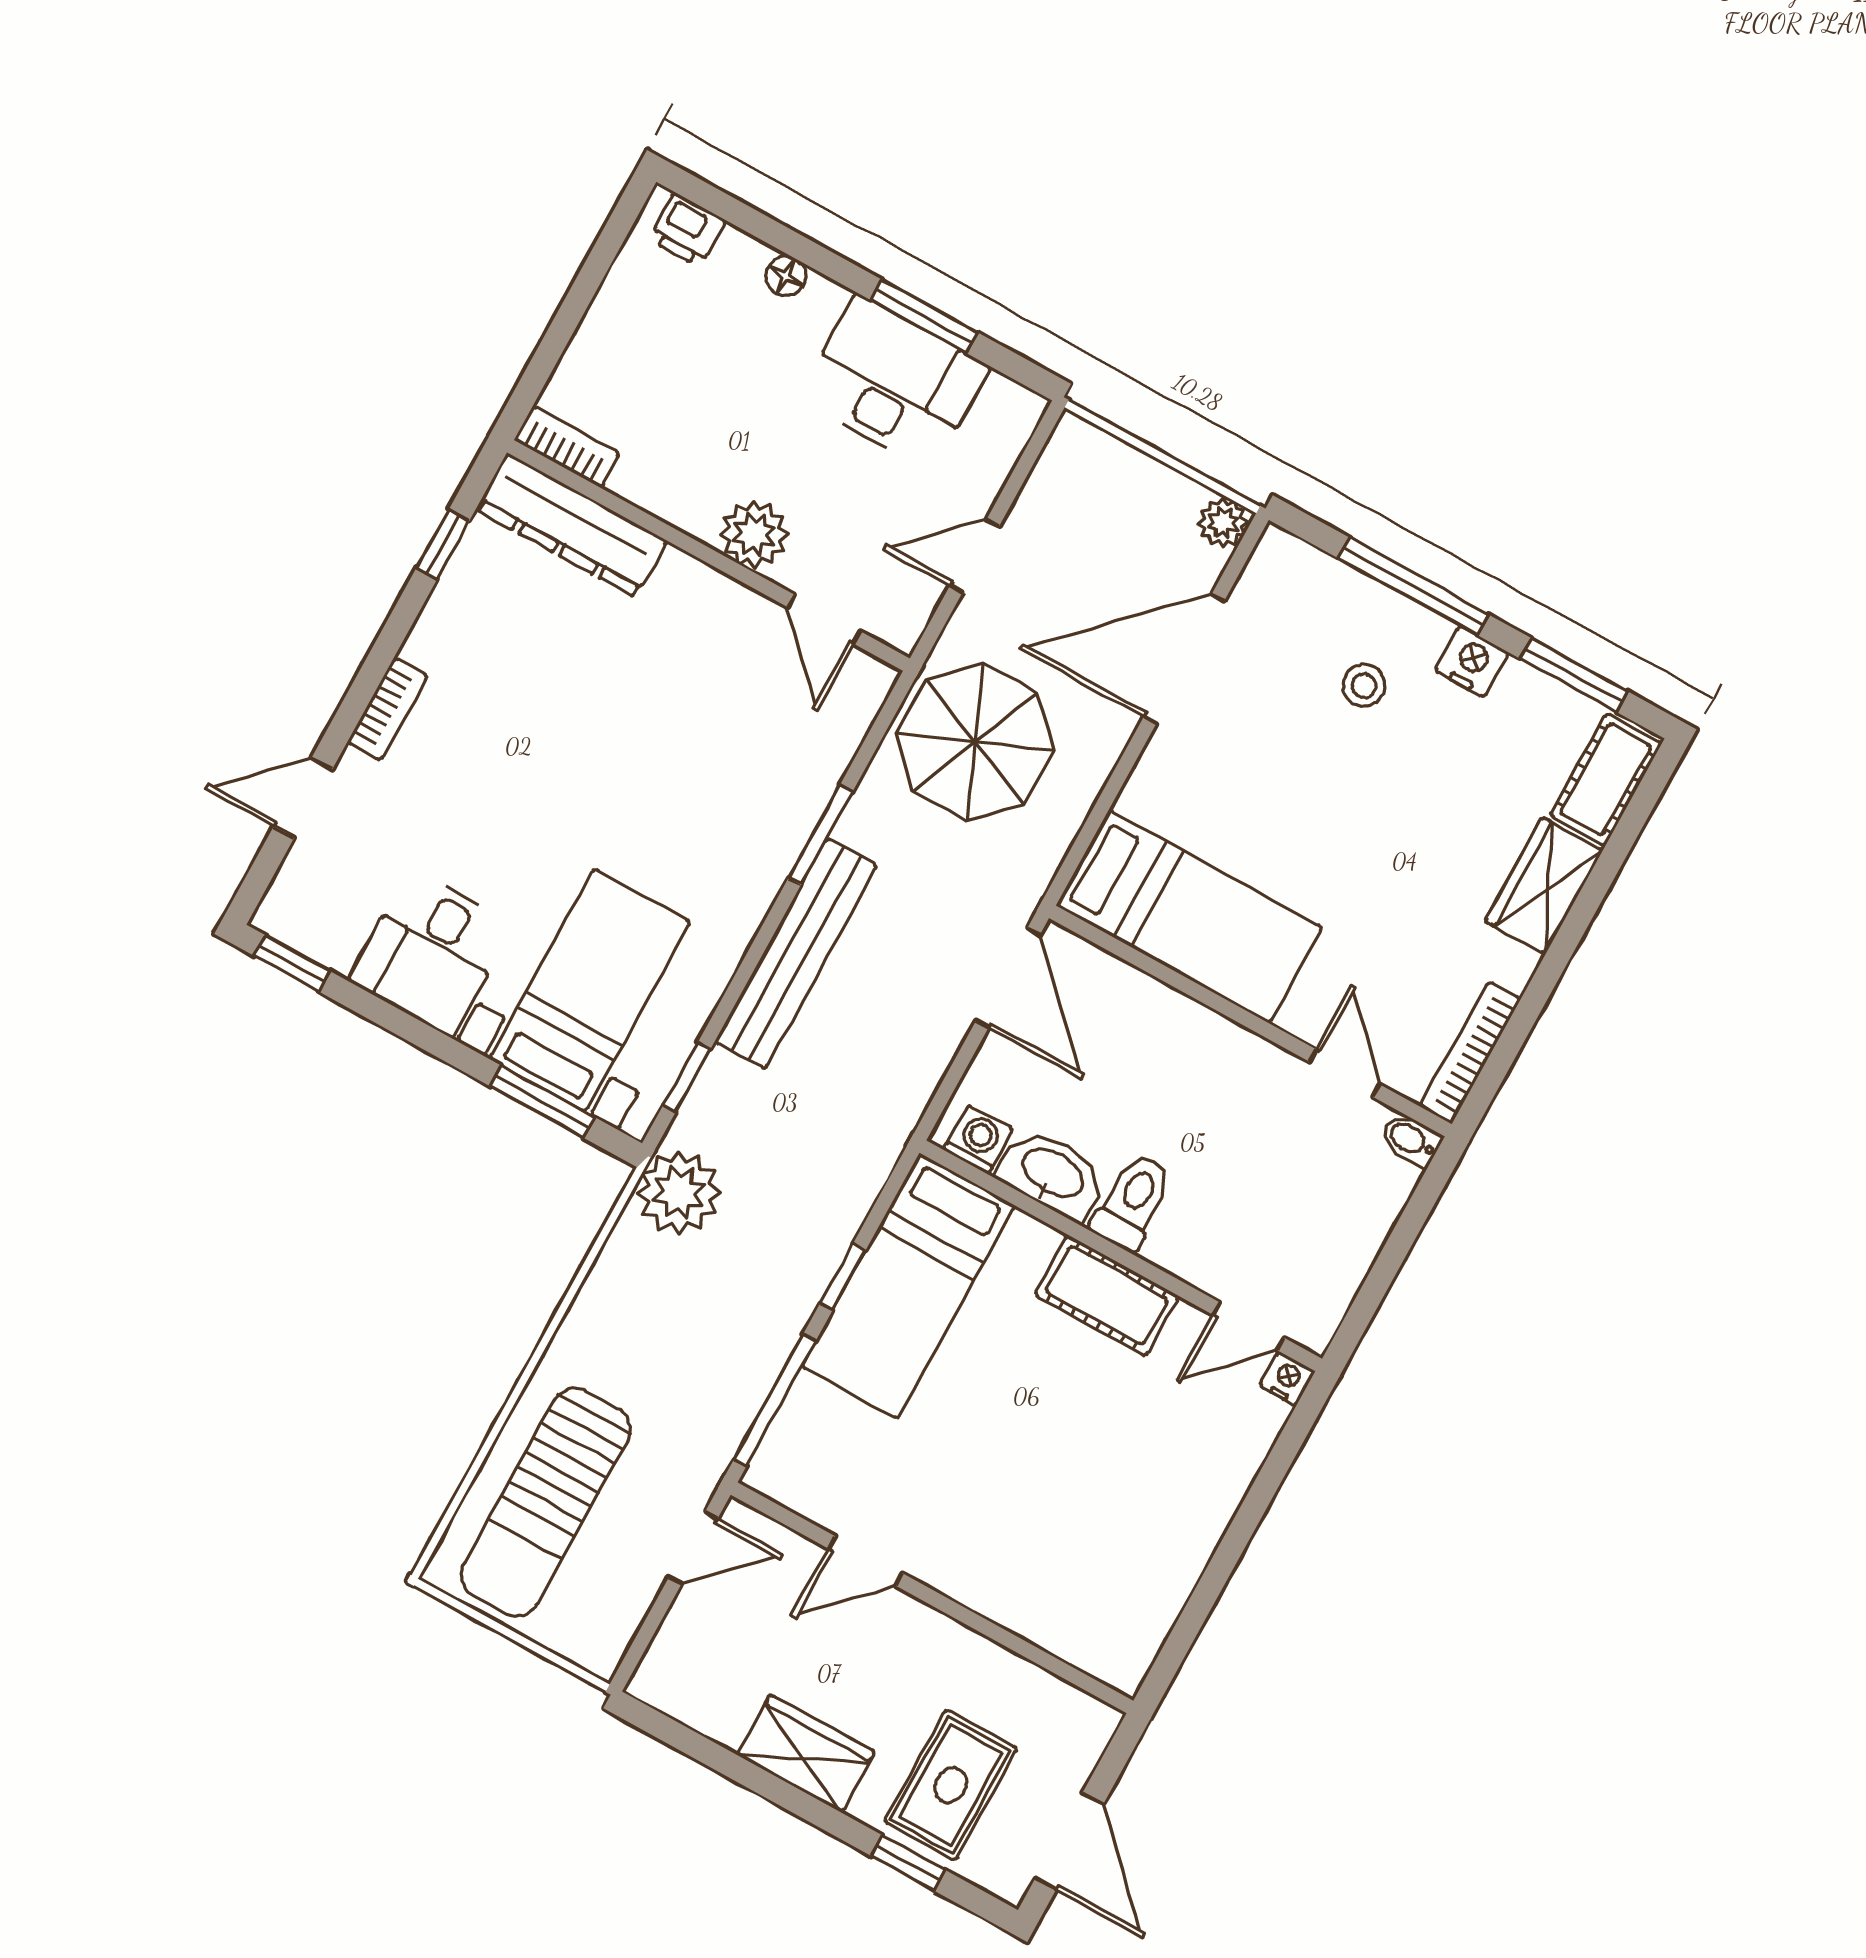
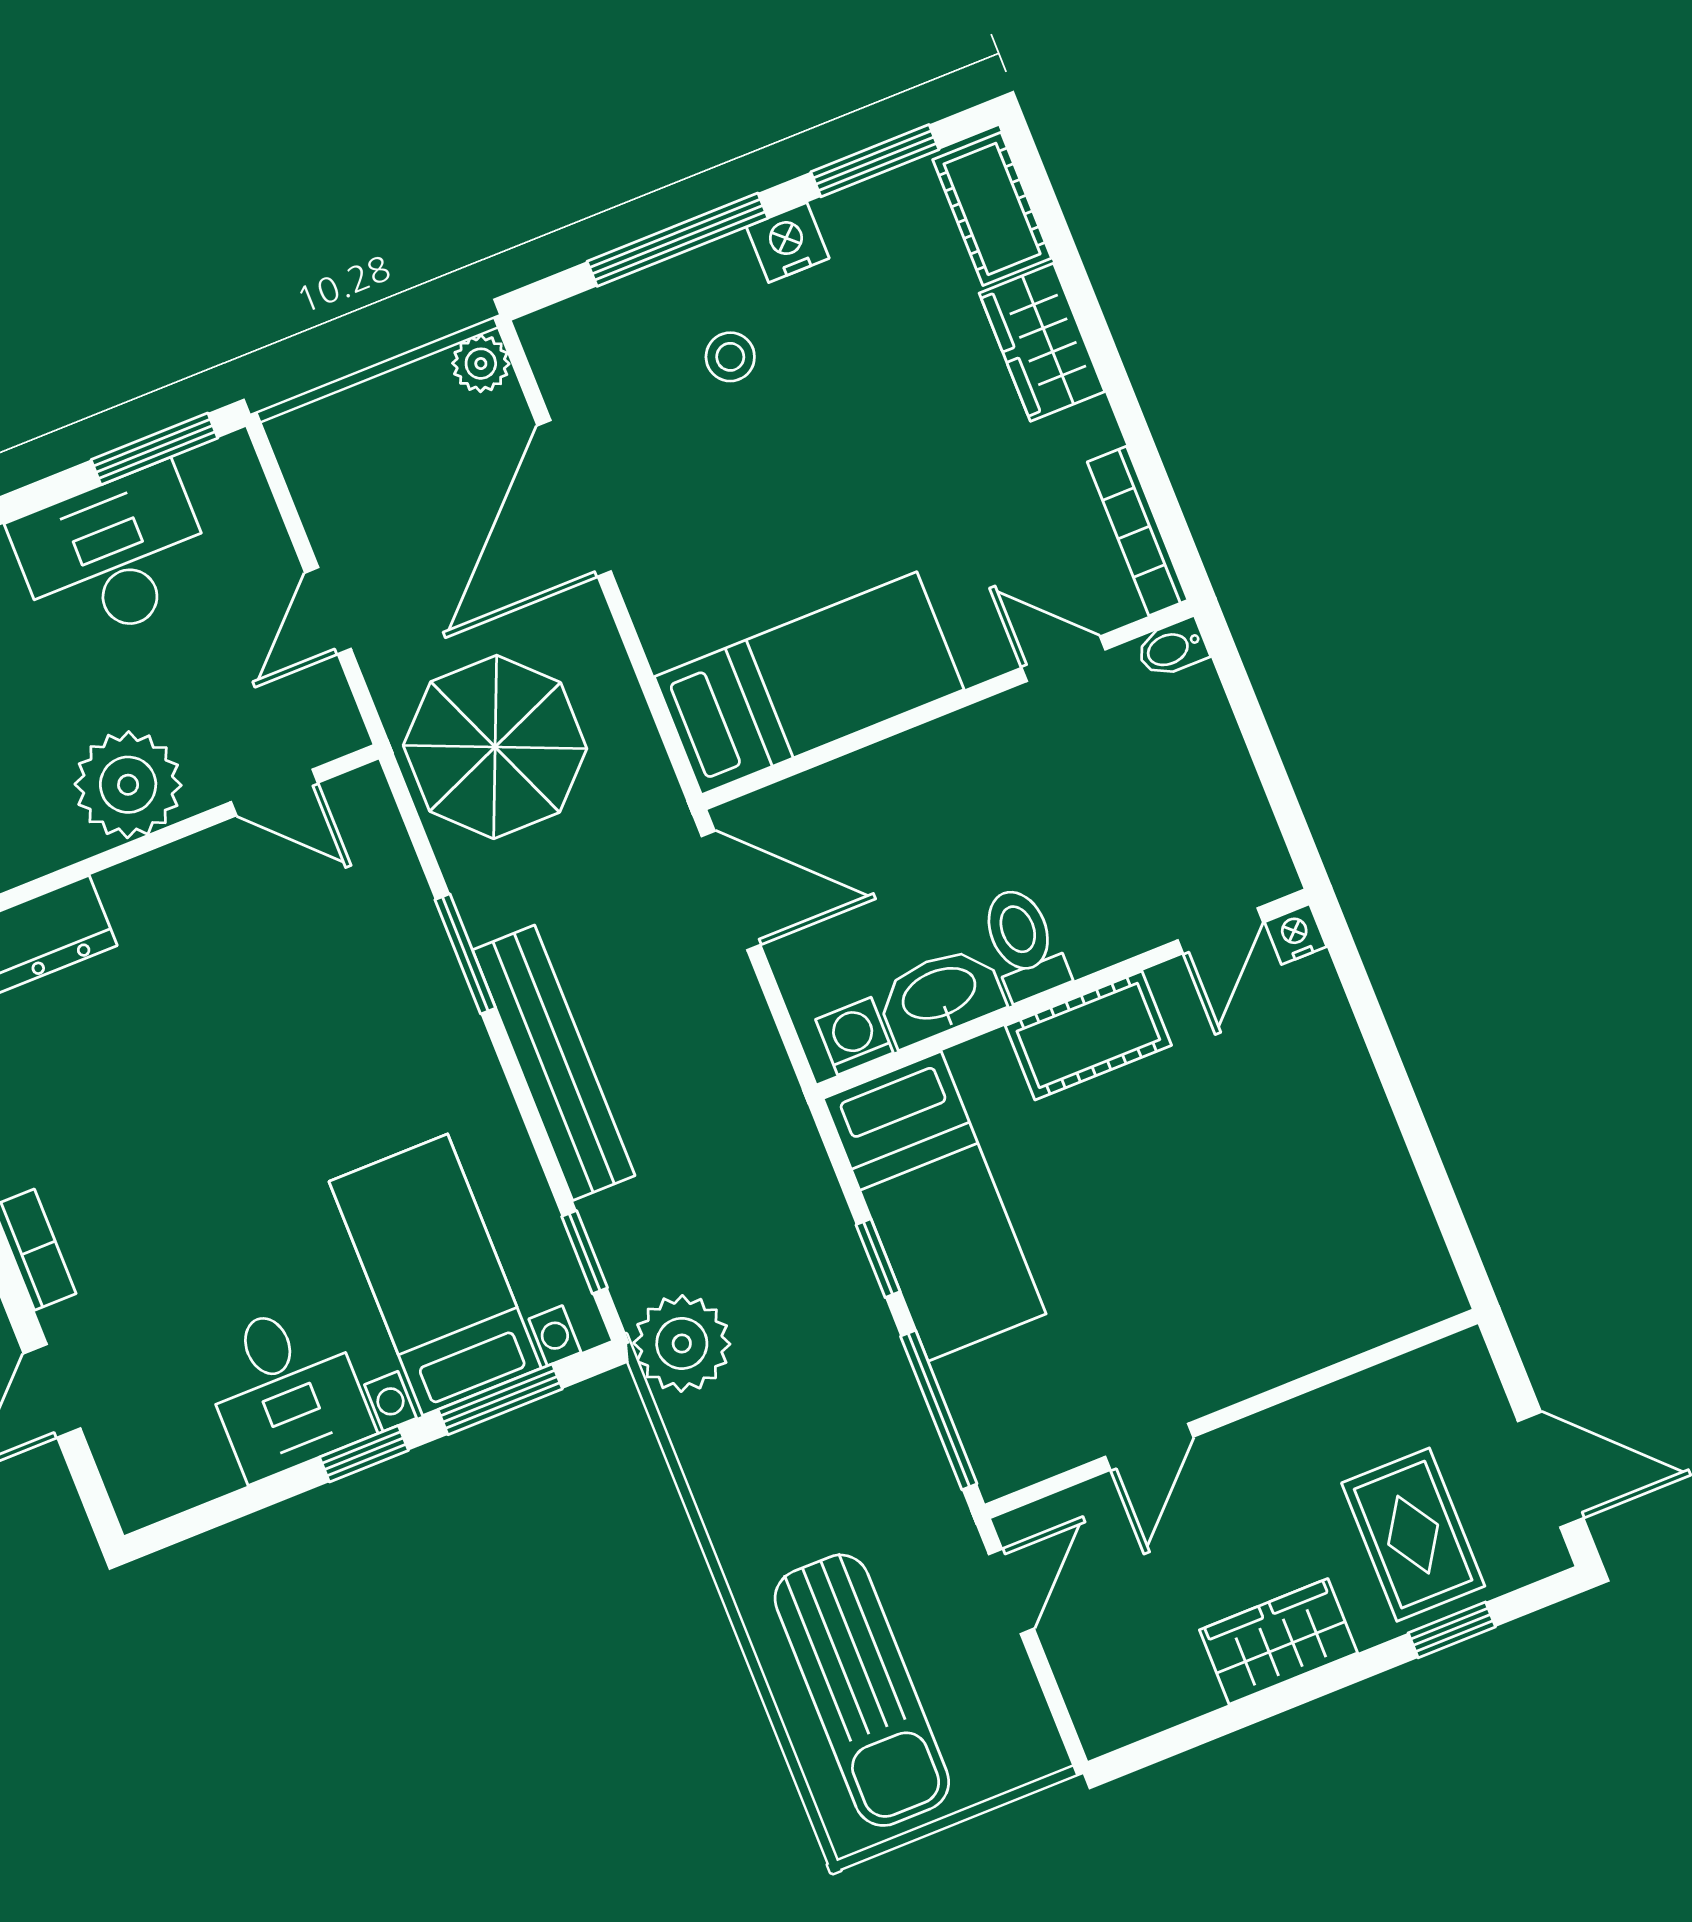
window: (924, 316) -> (154, 449), moved
plant: (754, 534) -> (128, 785), width x1.36, depth x1.36
window: (292, 963) -> (364, 1454), moved

